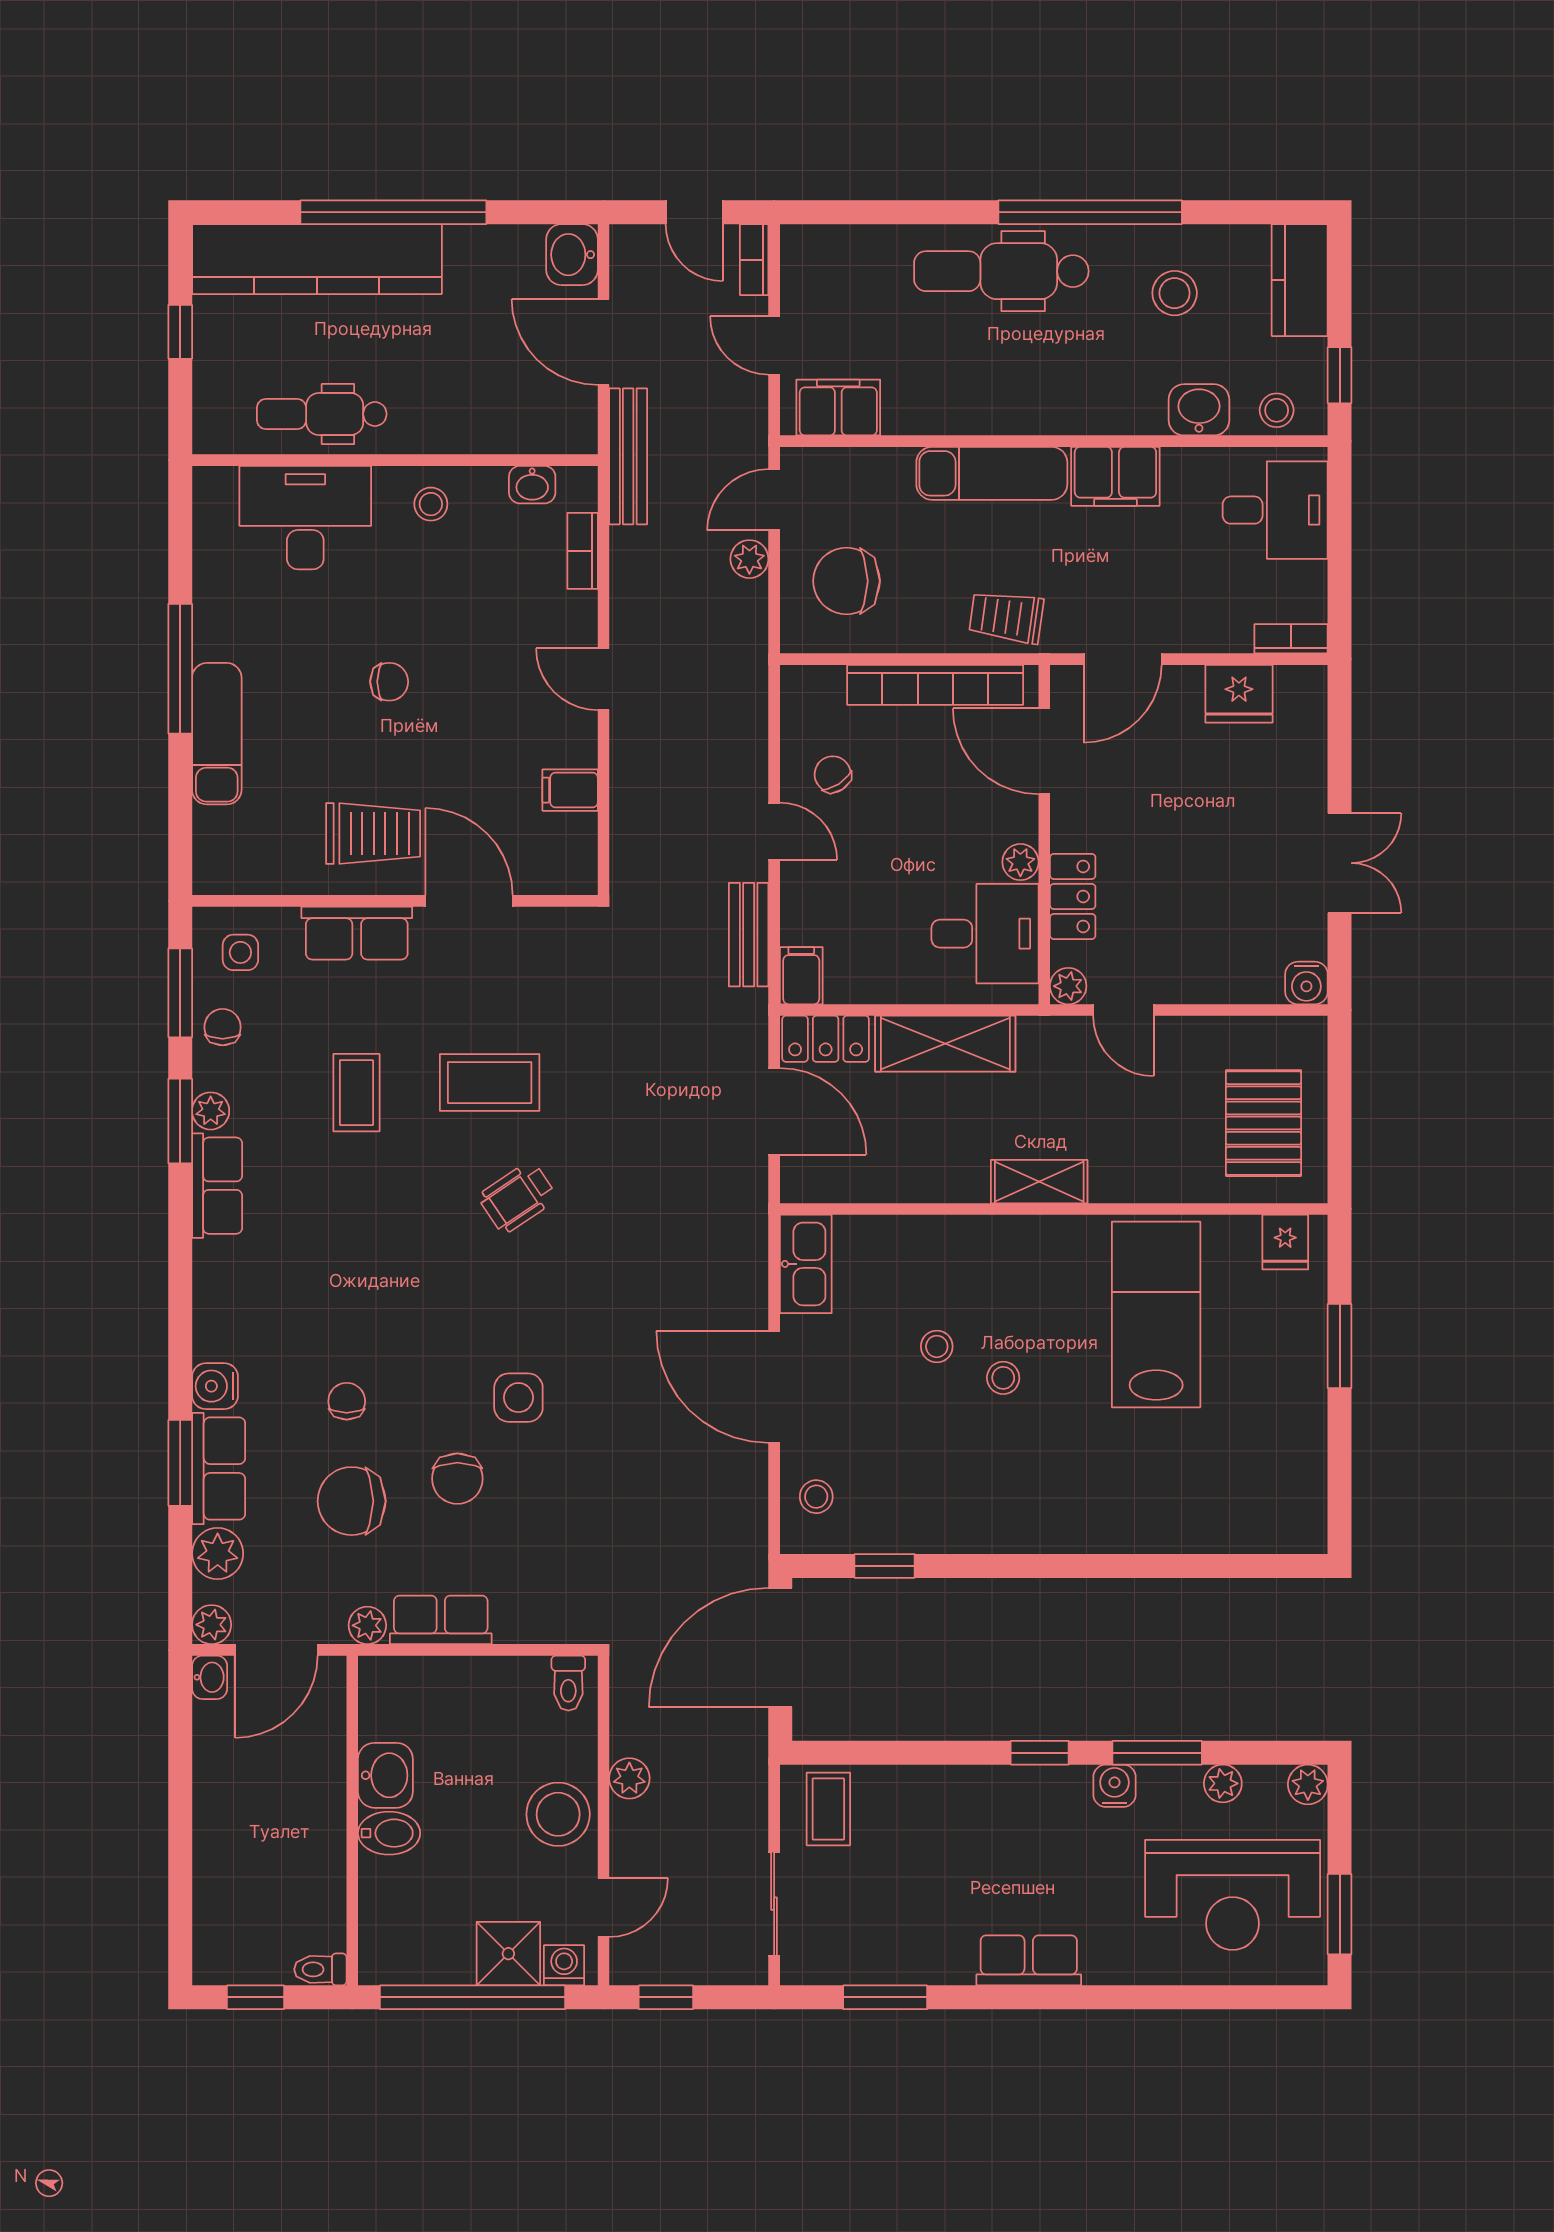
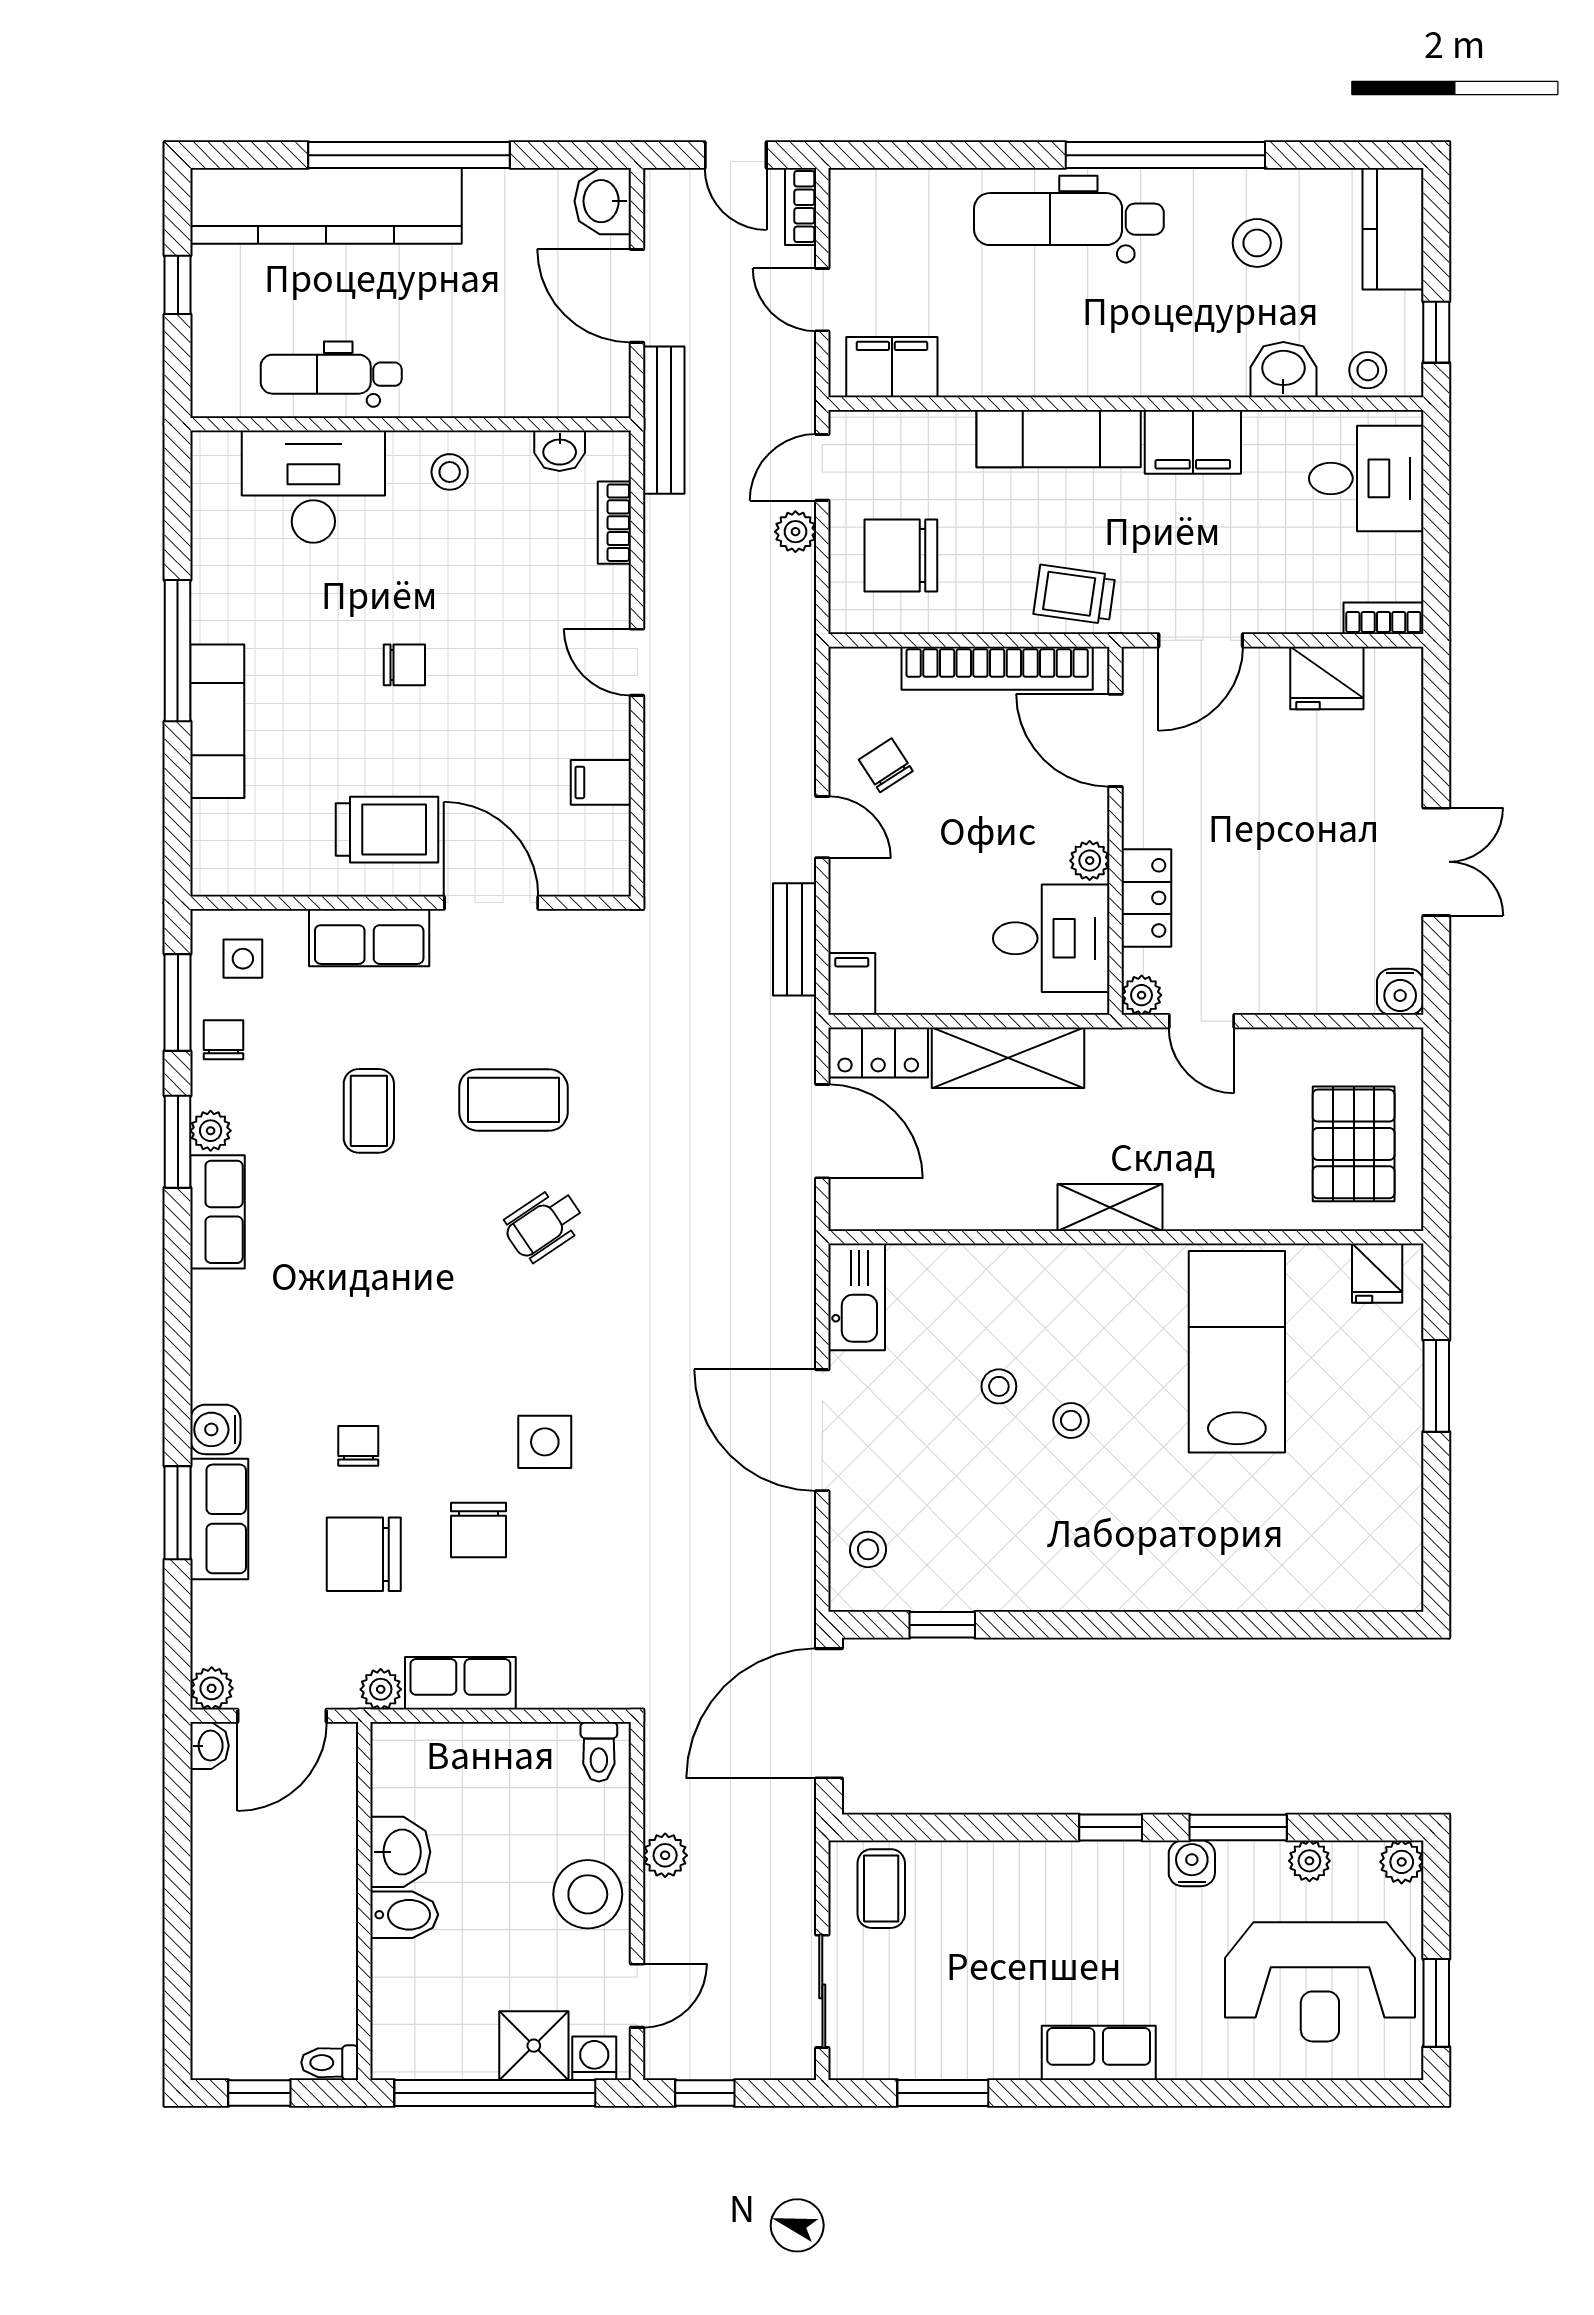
plant: (218, 1554) -> (218, 1611), removed

